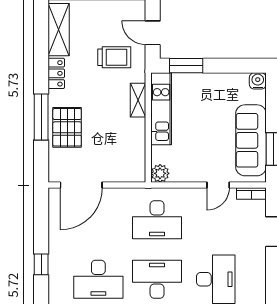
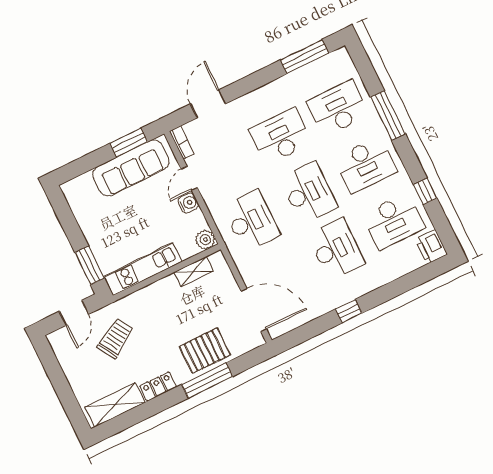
trolley: (114, 57) -> (115, 338), turned 59
water cooler: (258, 81) -> (188, 203), moved, turned 180
shelving: (138, 100) -> (194, 272), moved
door: (218, 185) -> (189, 178), swing flipped
desk: (157, 279) -> (308, 193), turned 180

